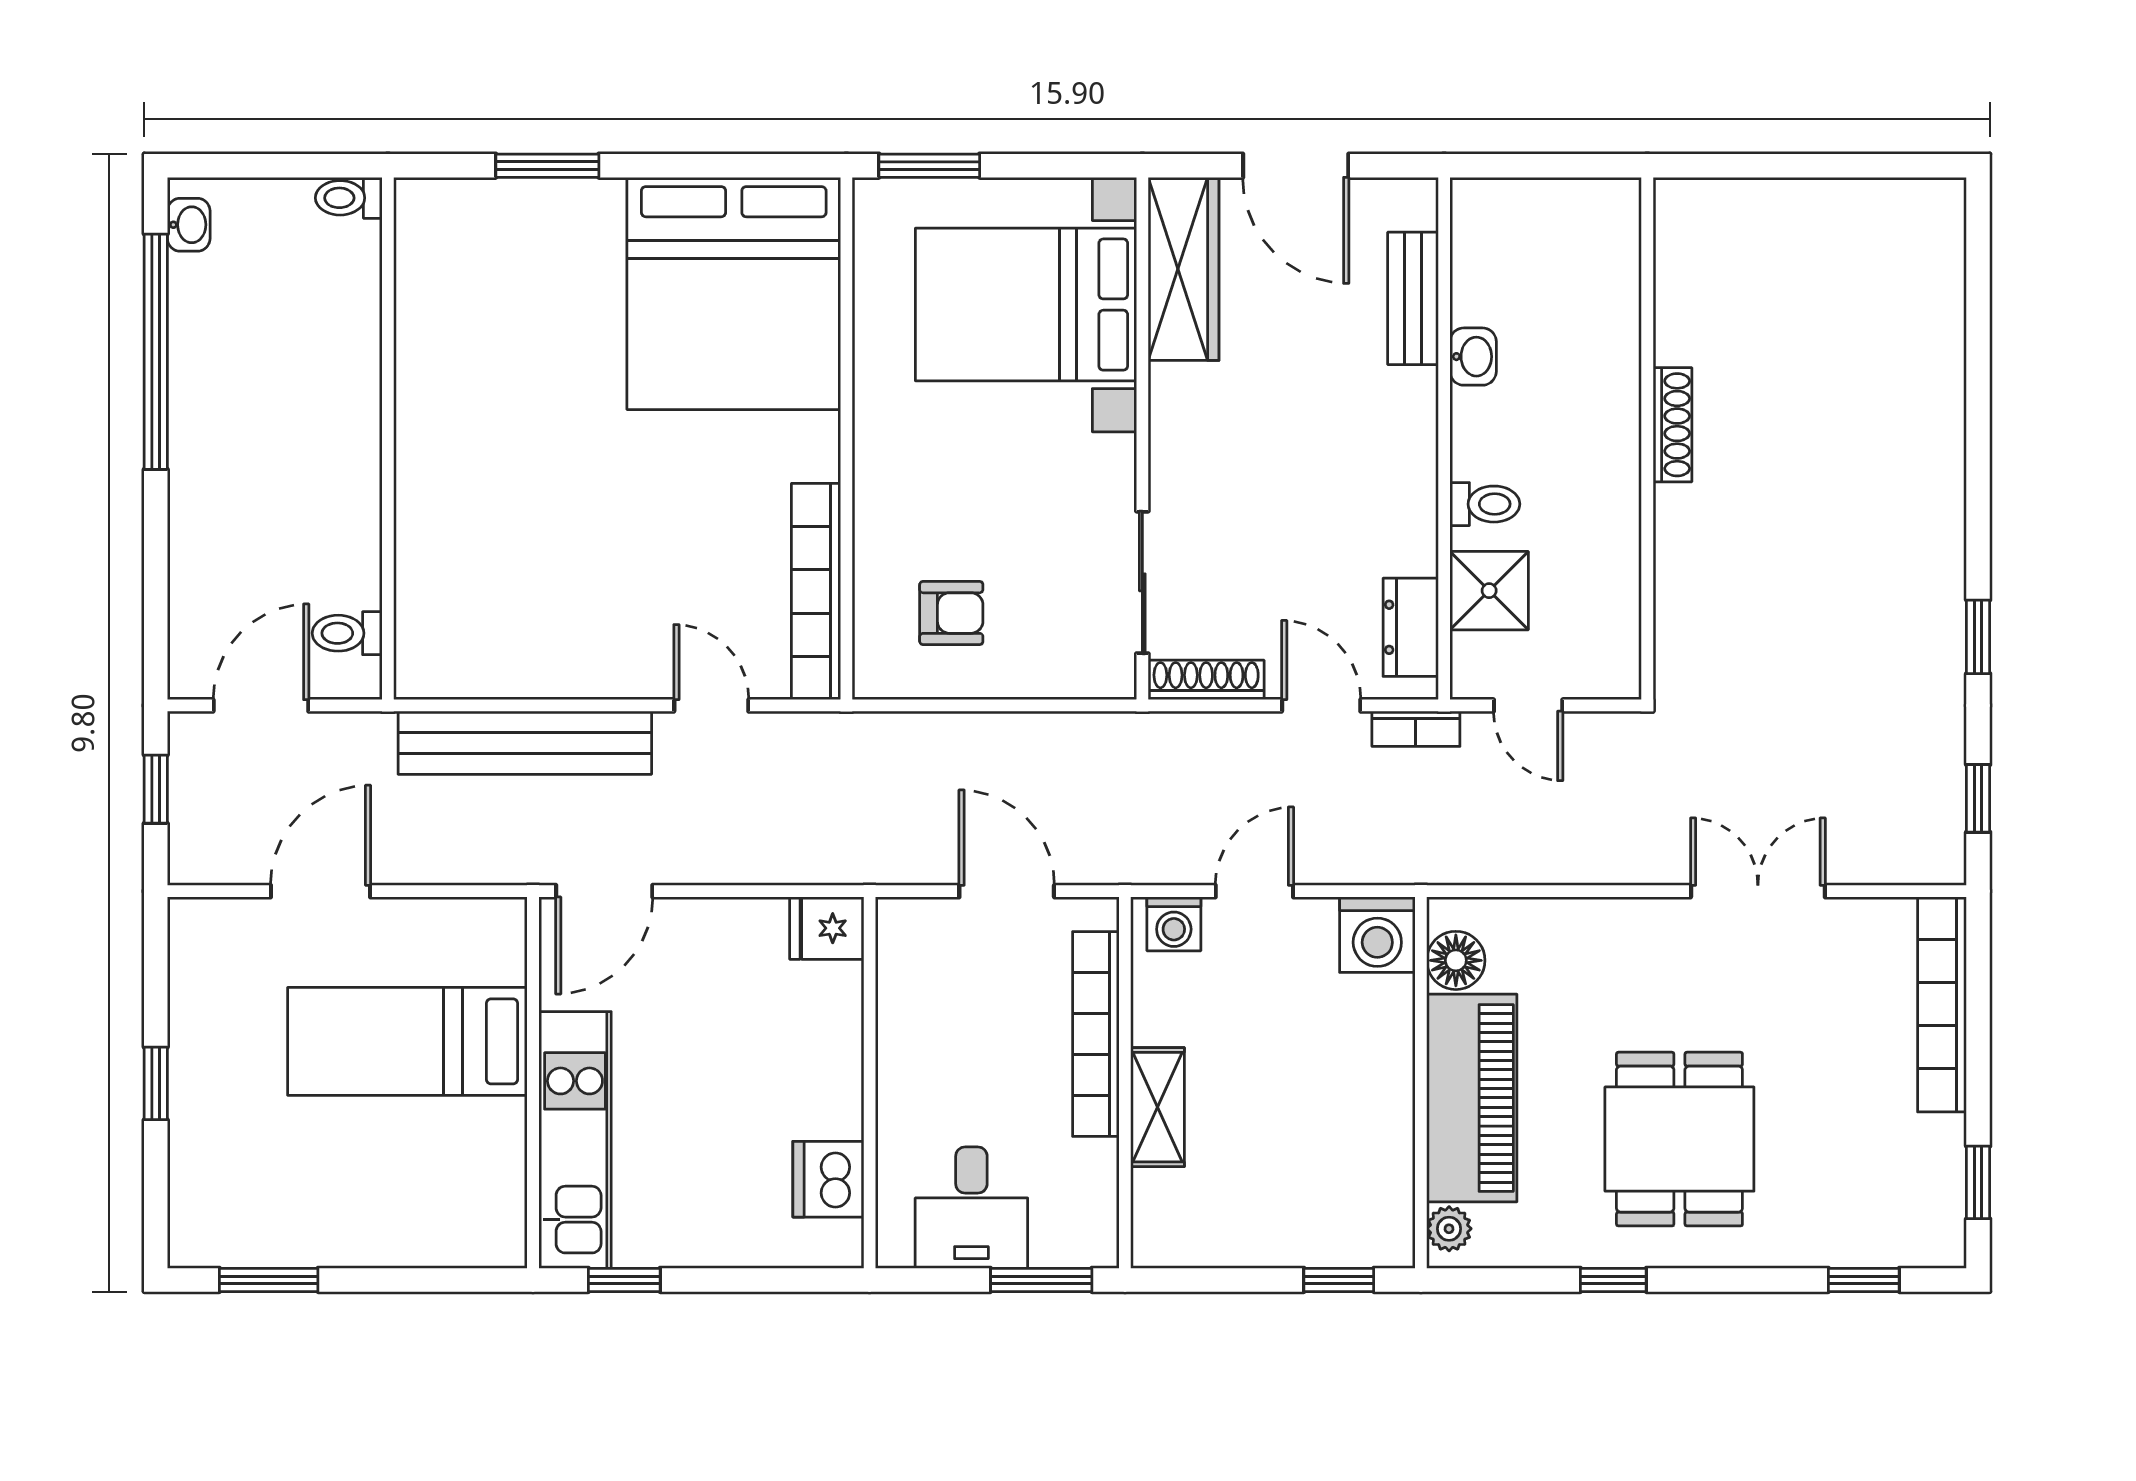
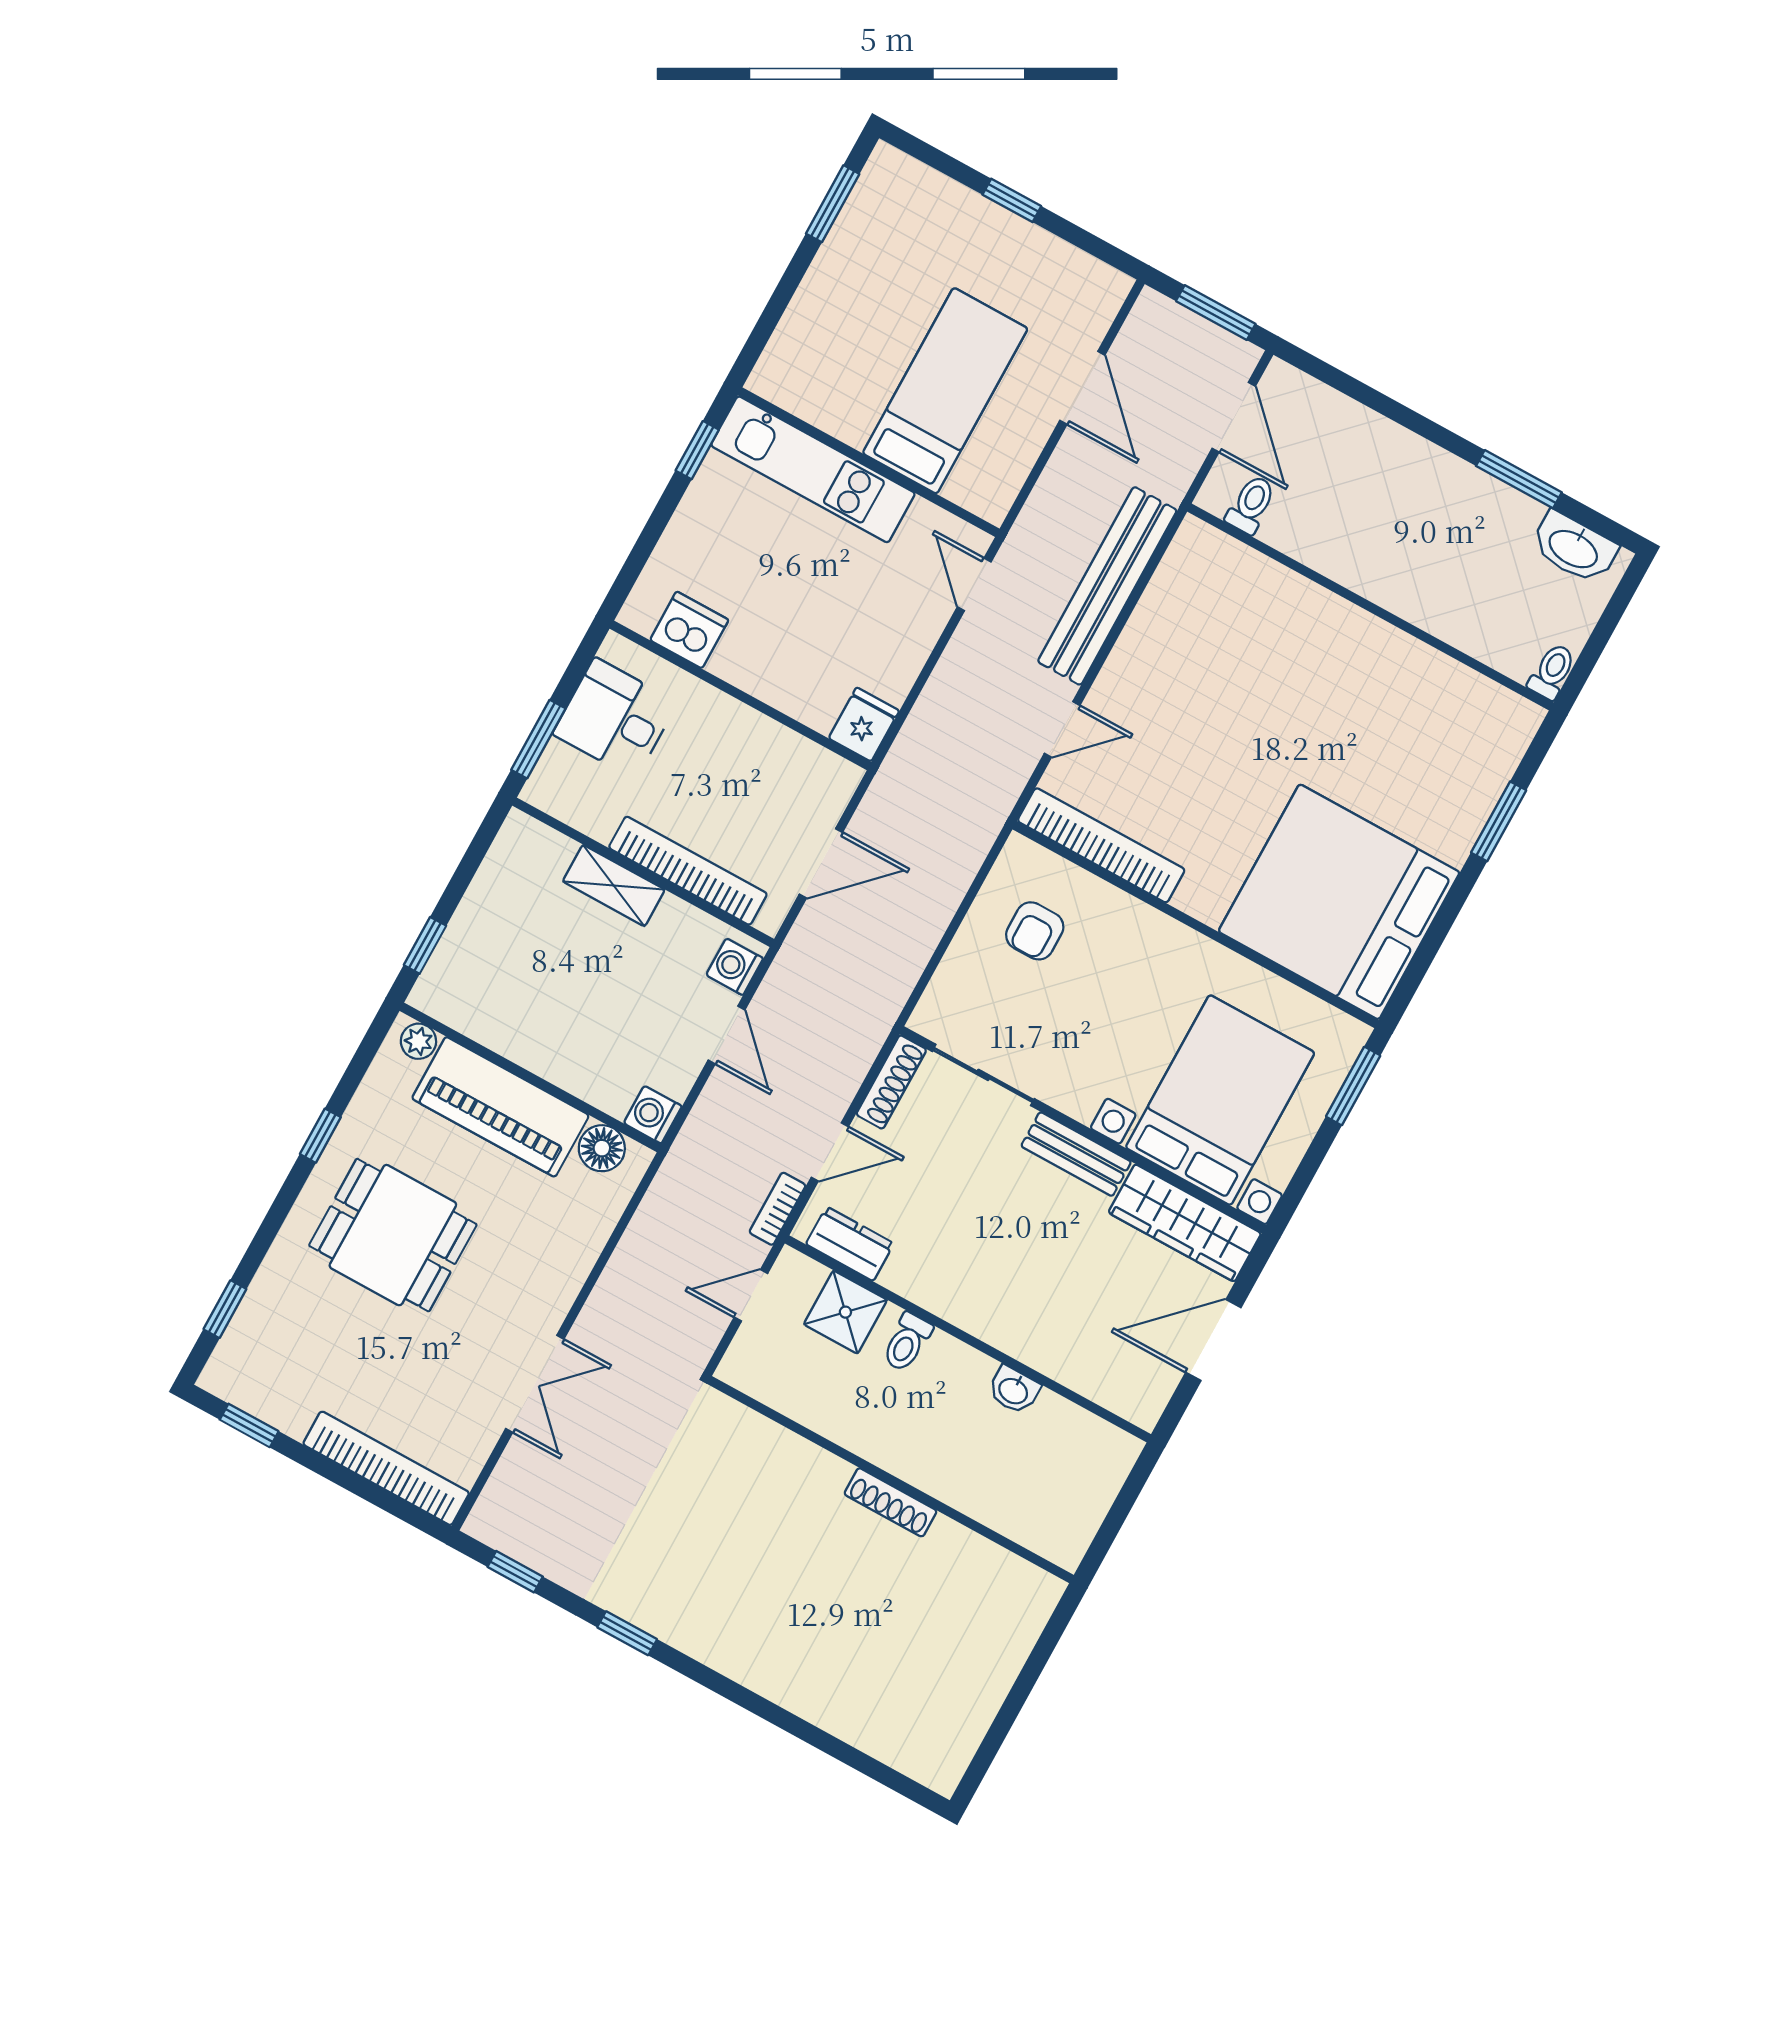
washbasin: (189, 225) -> (1574, 548), width x1.91, depth x1.45
bench: (1413, 298) -> (1076, 1154), moved
window: (156, 352) -> (1519, 479), width x0.47
window: (156, 789) -> (1216, 313), width x1.50
door: (604, 891) -> (974, 584), width x0.73
washing machine: (1377, 935) -> (653, 1115), width x0.73, depth x0.73

